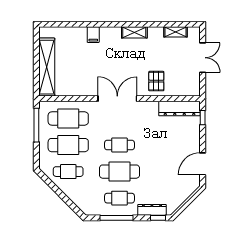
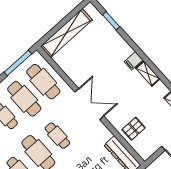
window: (68, 24) -> (111, 21), added
filing cabinet: (93, 35) -> (134, 61), moved
pallet: (156, 81) -> (134, 129), moved

